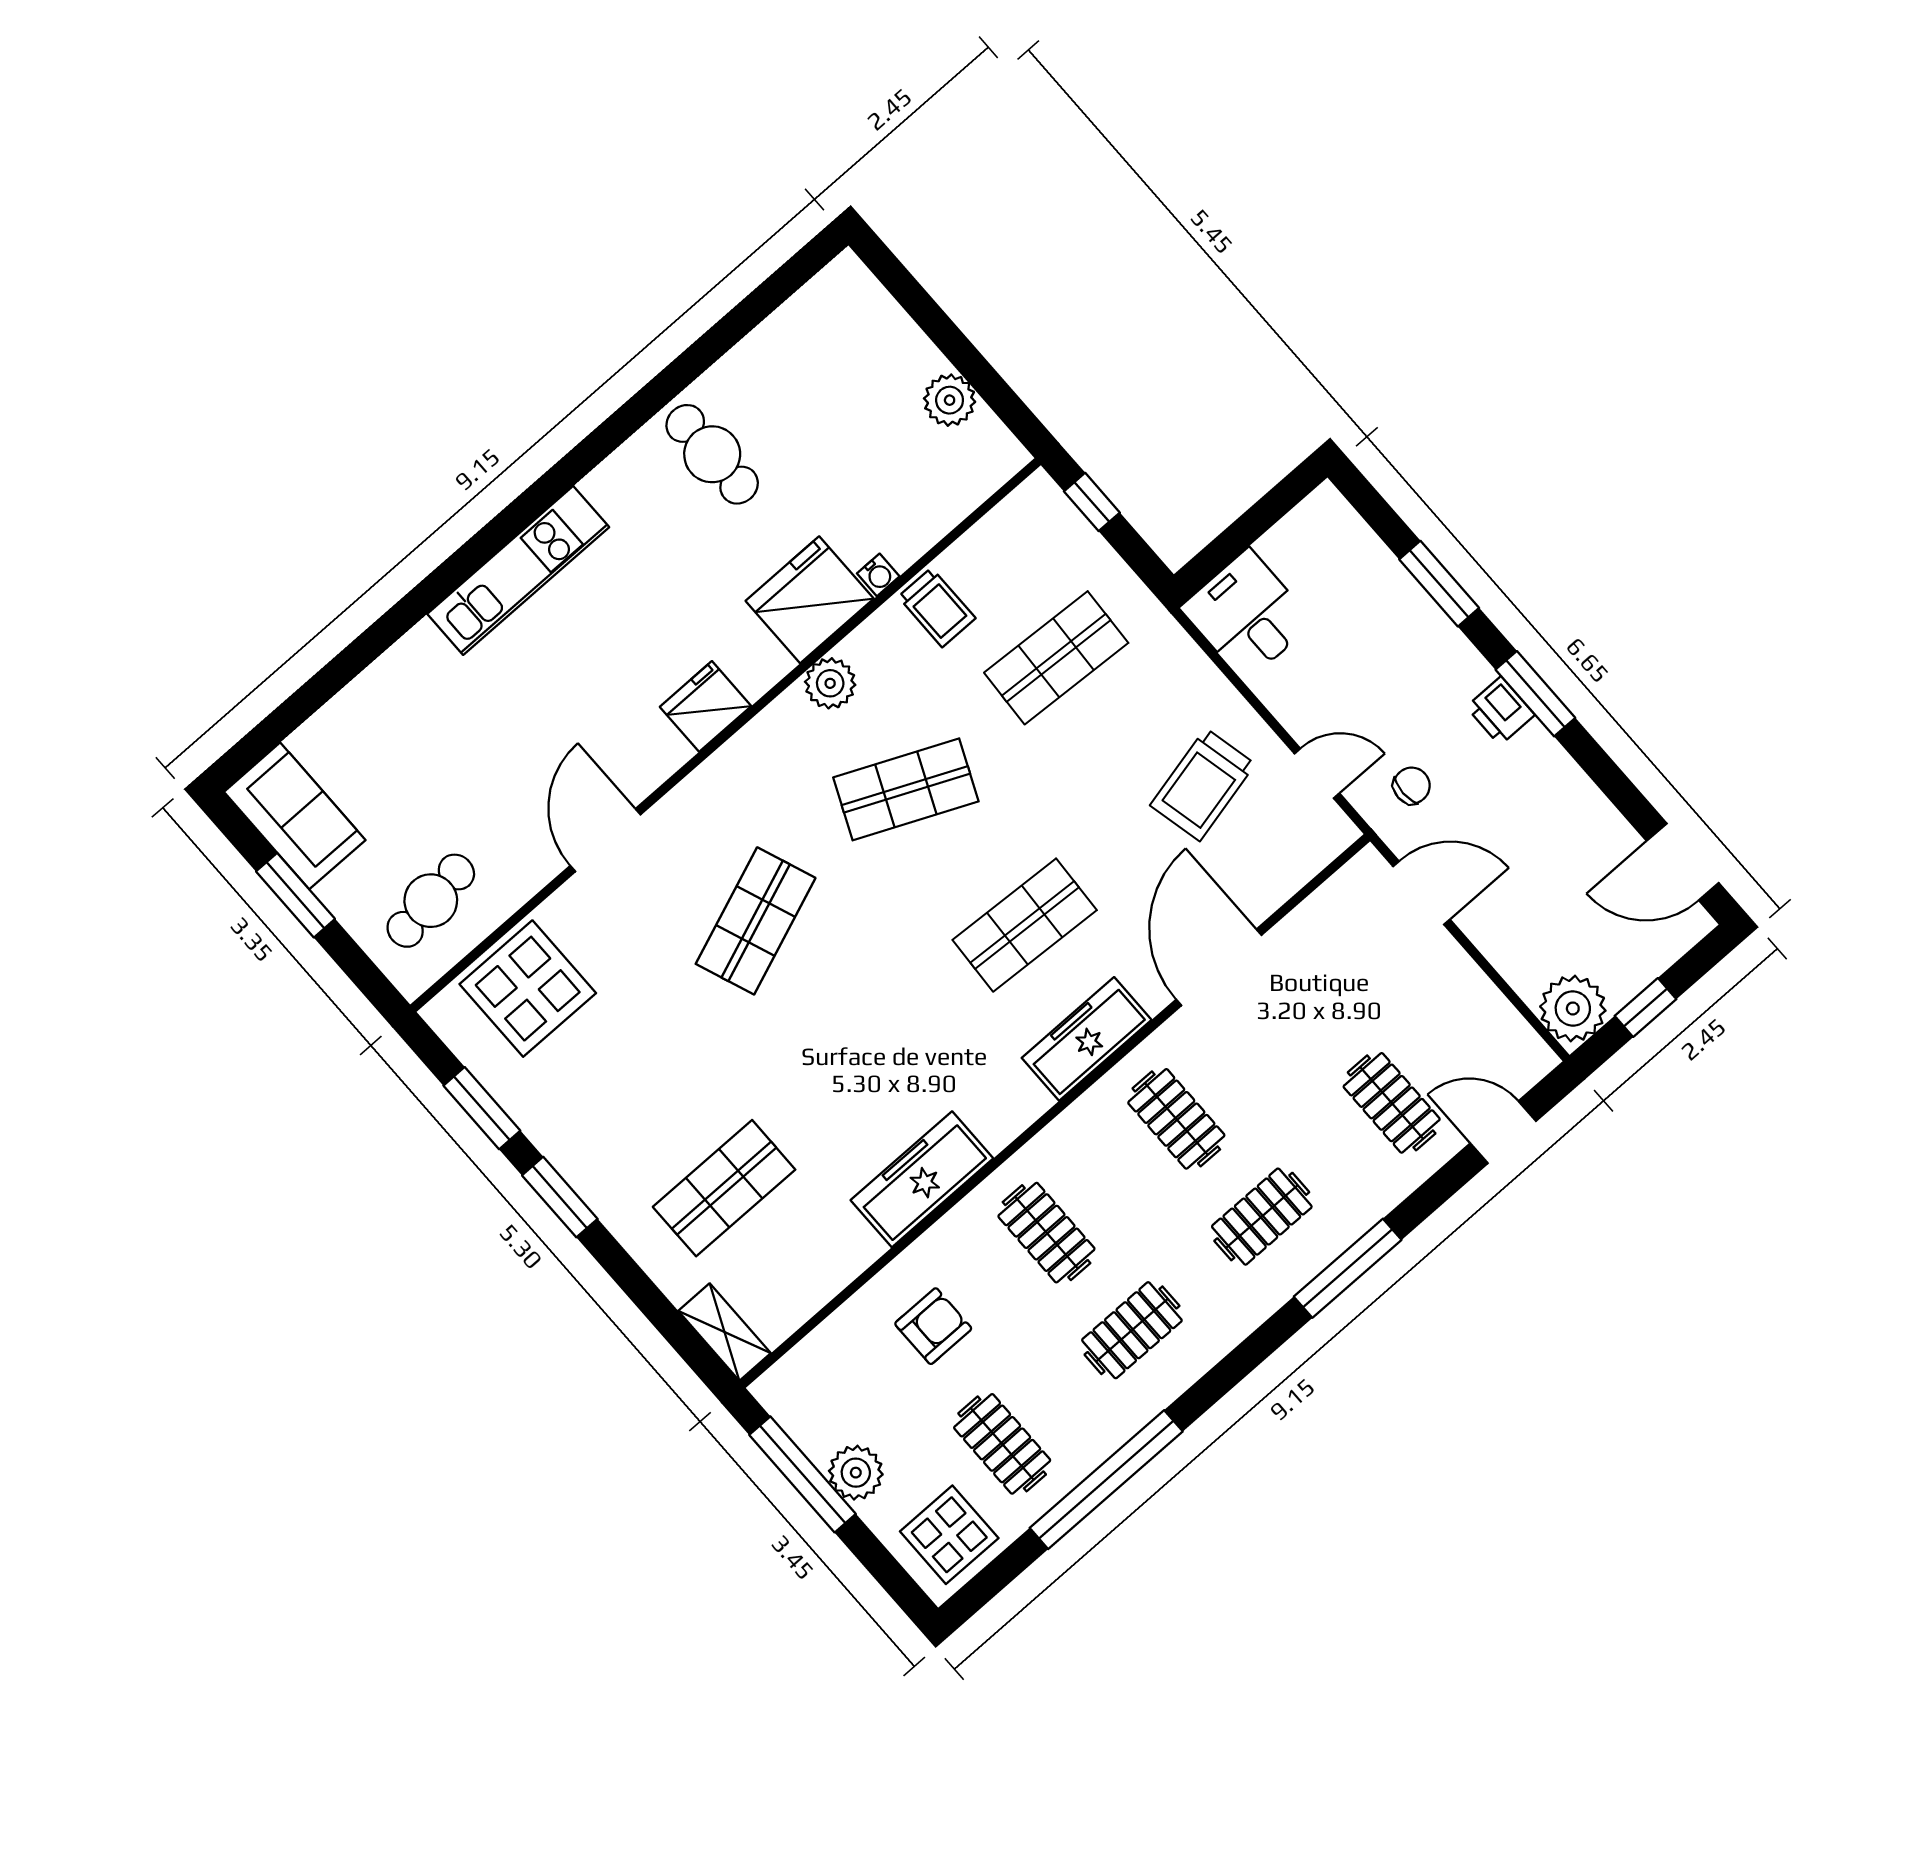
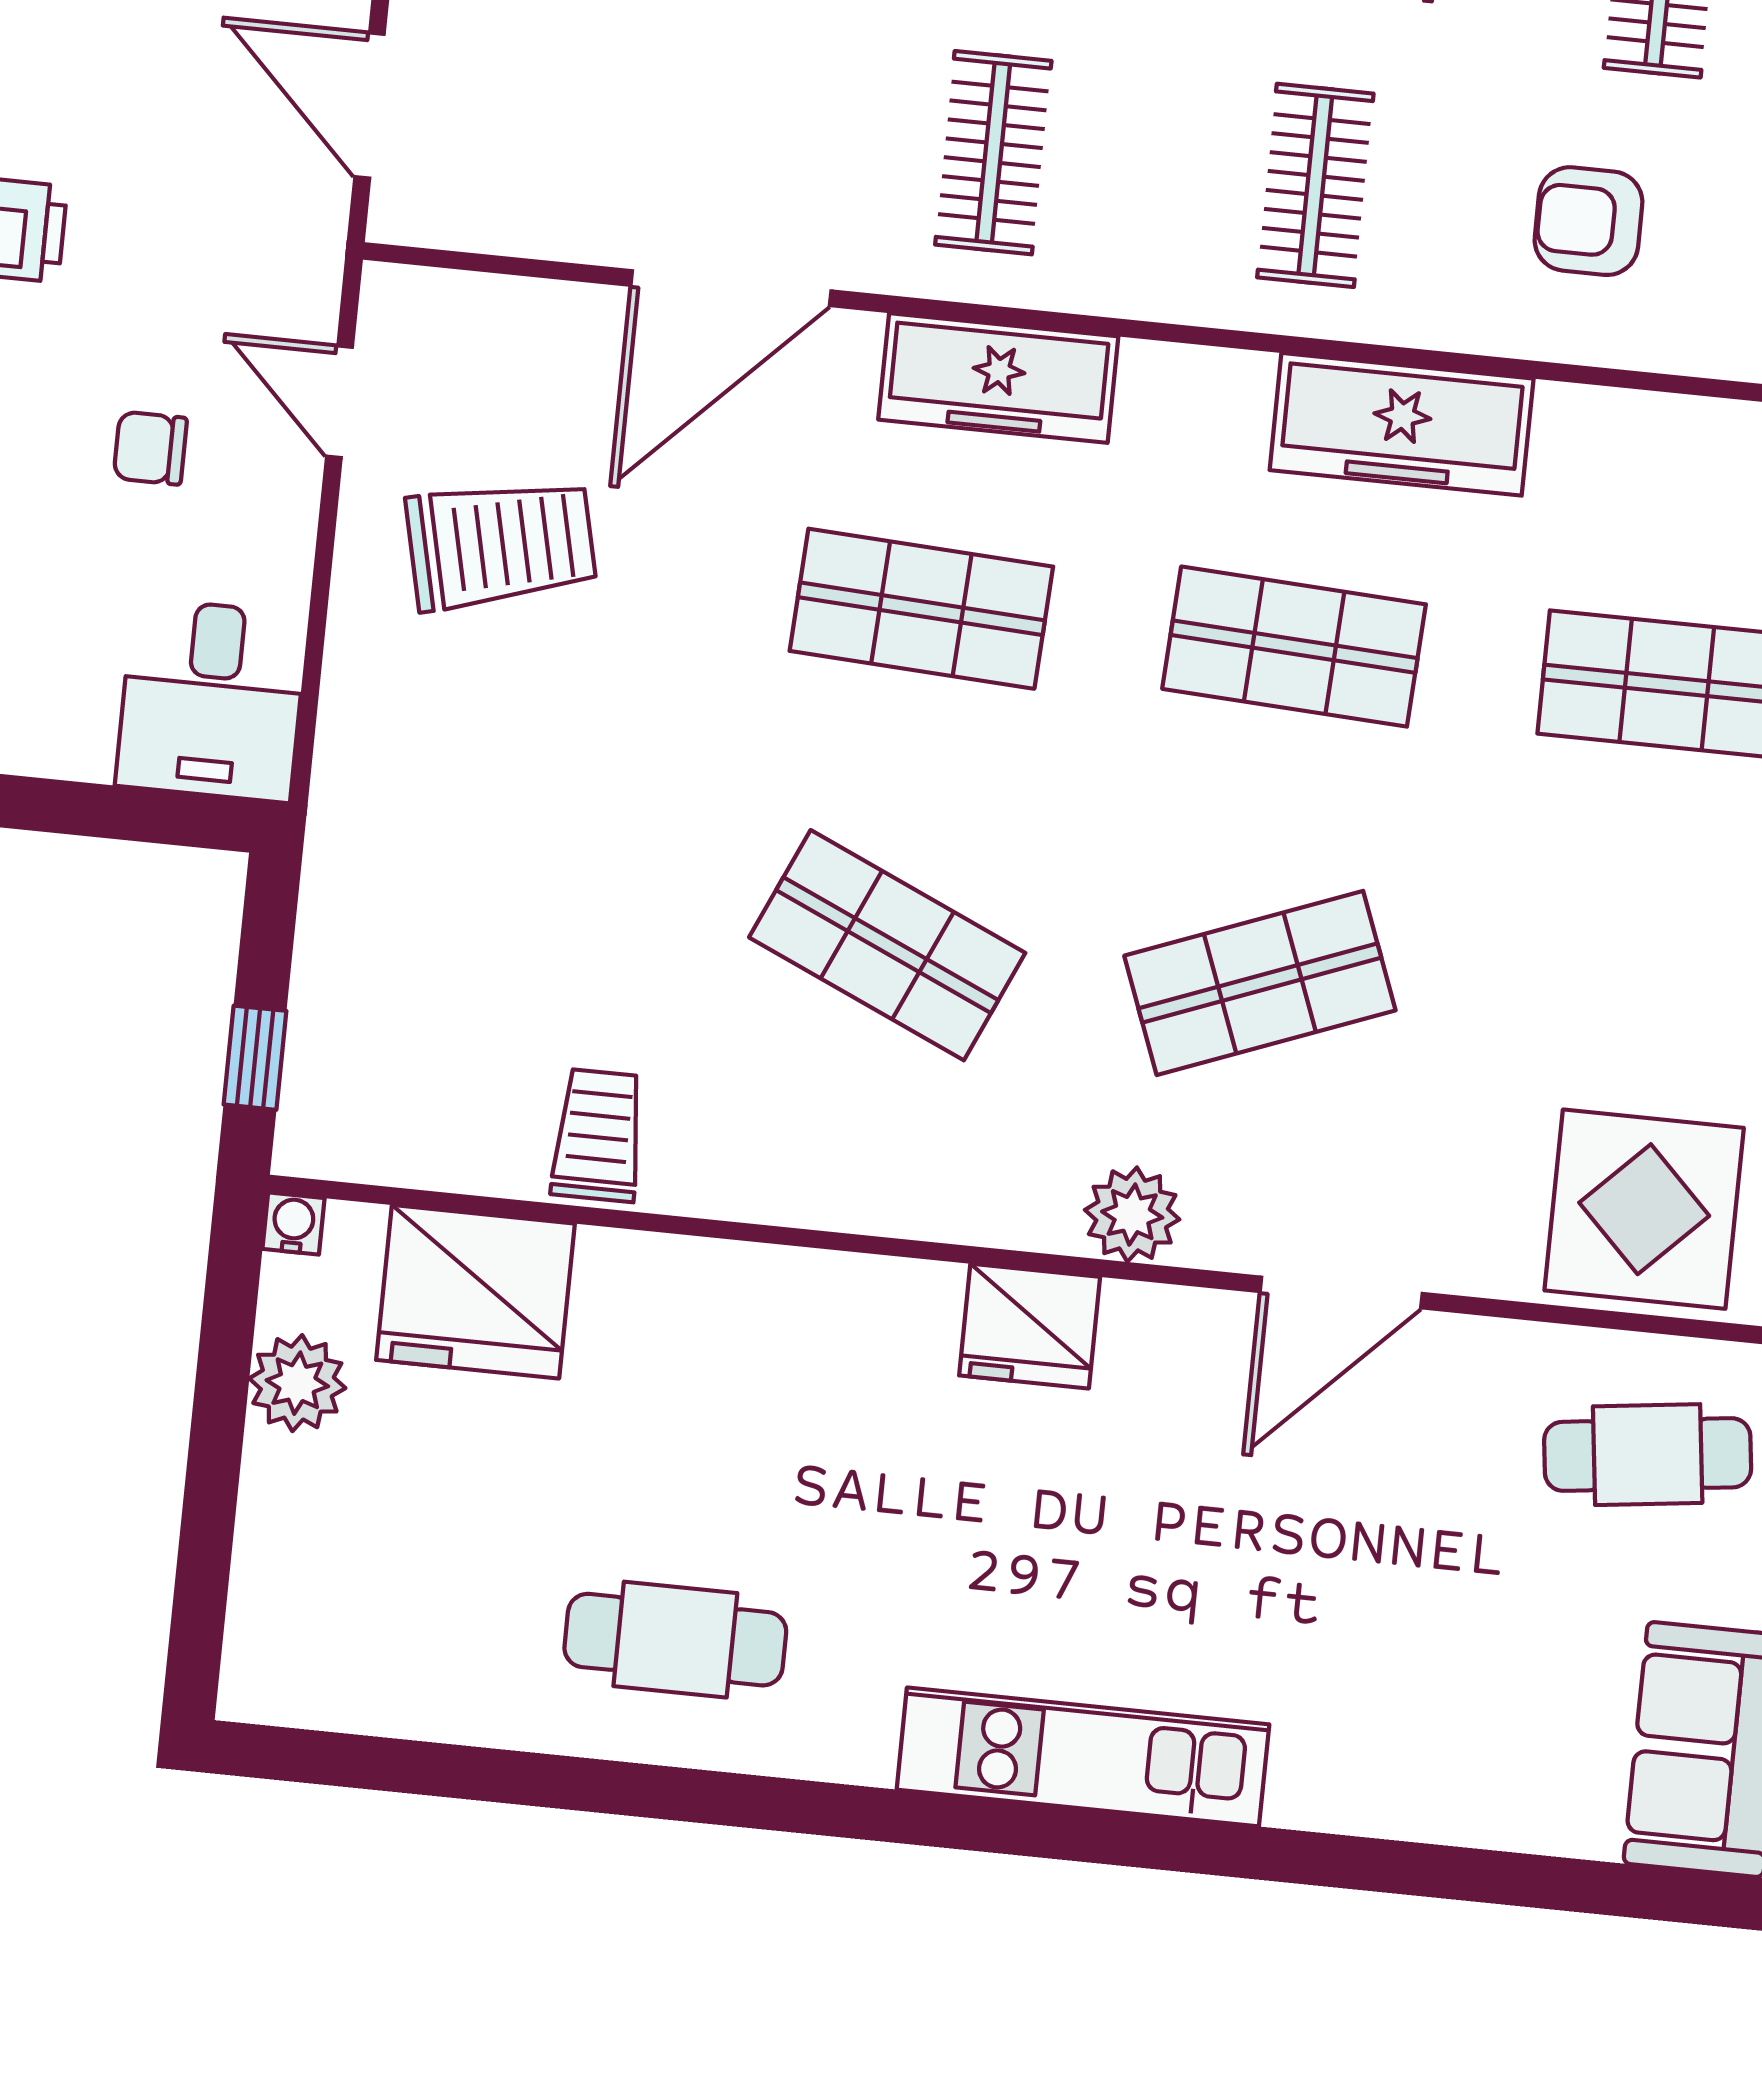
cafe table: (712, 454) -> (675, 1640), turned 90
water cooler: (878, 575) -> (293, 1224), moved
fridge: (810, 600) -> (475, 1292), moved
shop shelf: (1056, 658) -> (1294, 647), moved
plant: (830, 683) -> (1132, 1215), moved
chair: (1412, 786) -> (150, 448), moved

